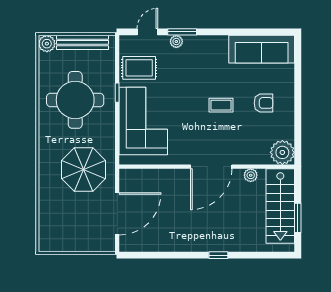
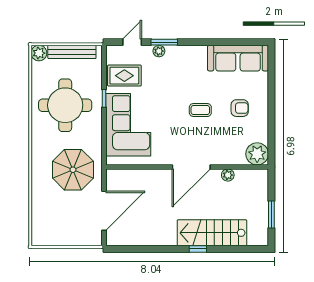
stairs: (280, 206) -> (212, 233), moved, turned 90

